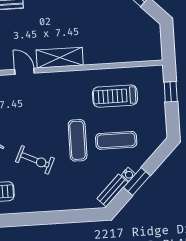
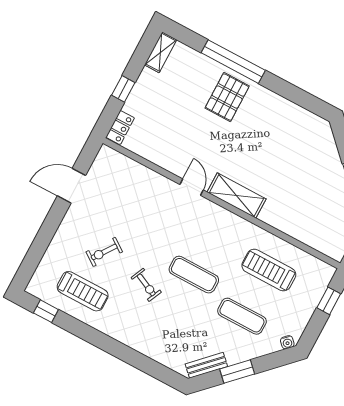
exercise mat: (78, 140) -> (194, 275), moved, turned 90
exercise bike: (35, 160) -> (146, 285), width x0.73, depth x0.72
water cooler: (128, 174) -> (287, 342), moved

